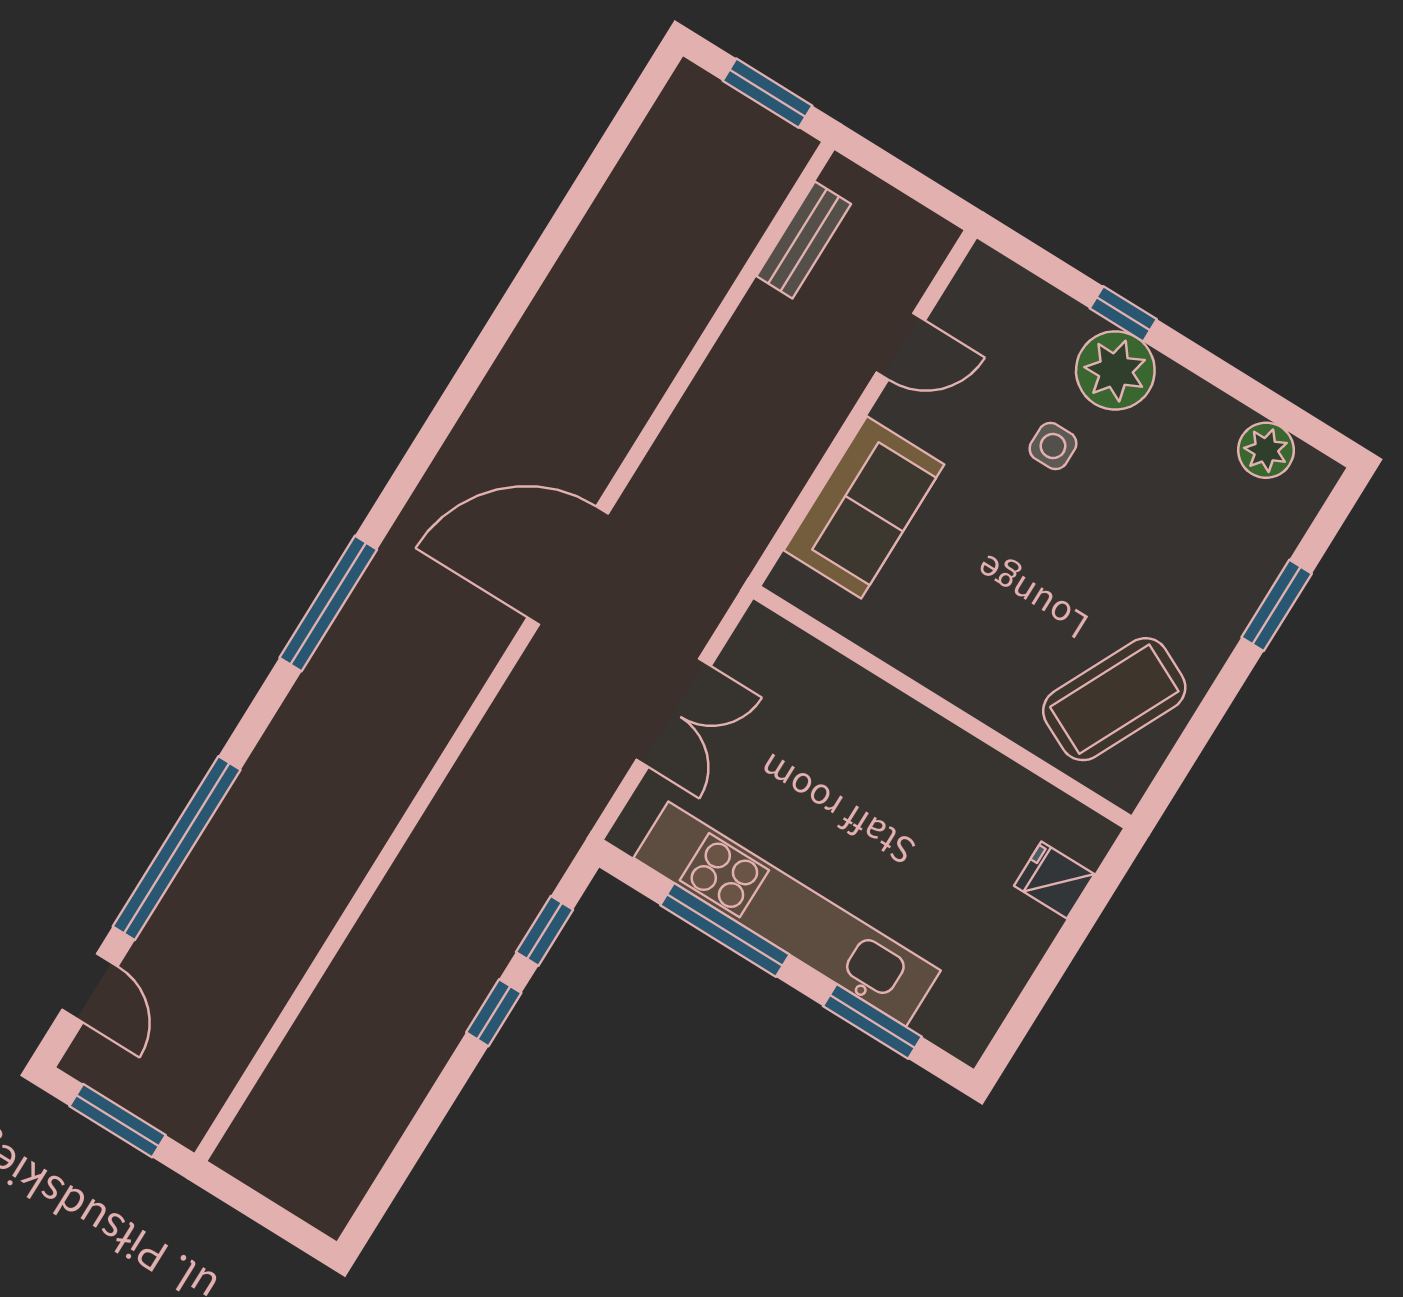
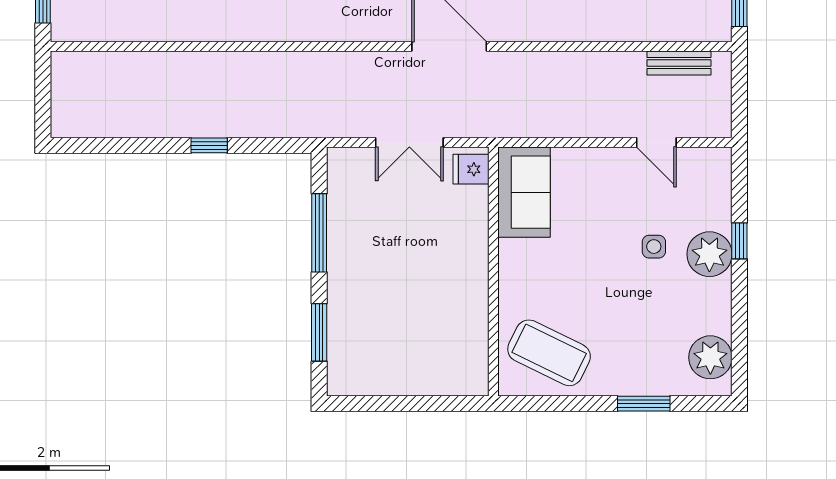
plant: (1266, 450) -> (710, 357), width x1.36, depth x1.36
sofa: (864, 507) -> (524, 192), moved, turned -90
fridge: (1054, 880) -> (471, 169), moved, turned -90
kitchen unit: (787, 914) -> (346, 258), removed
window: (545, 931) -> (264, 145), removed

